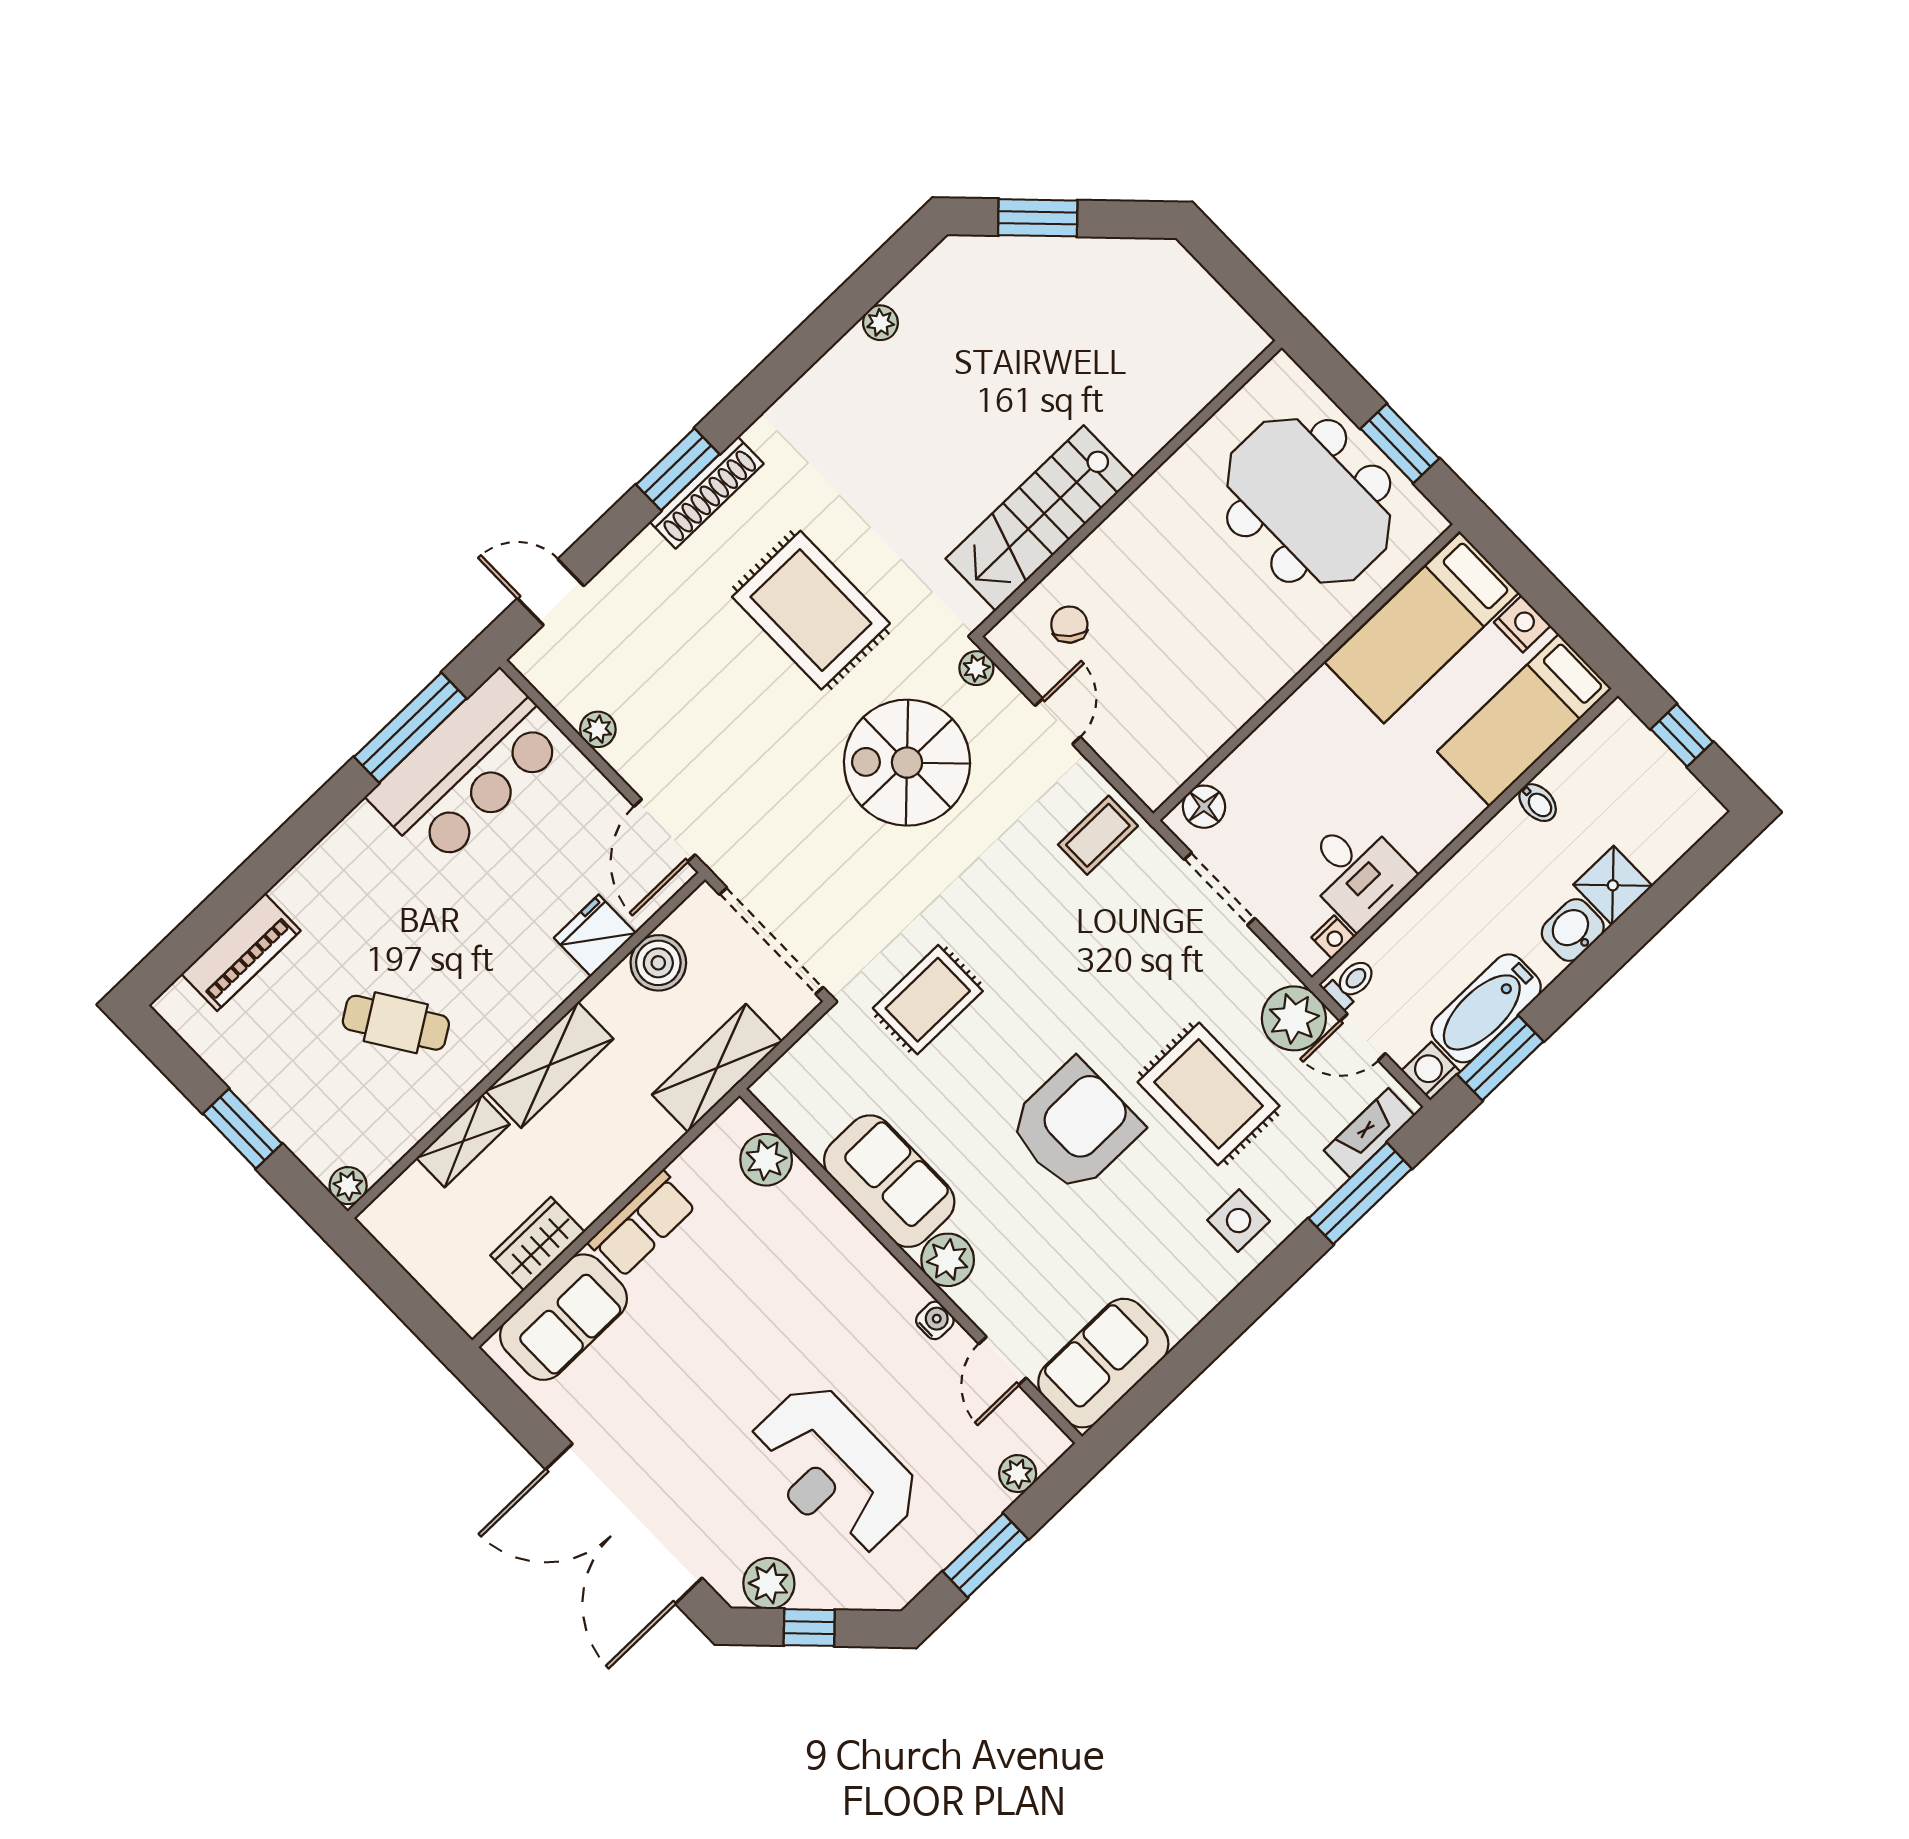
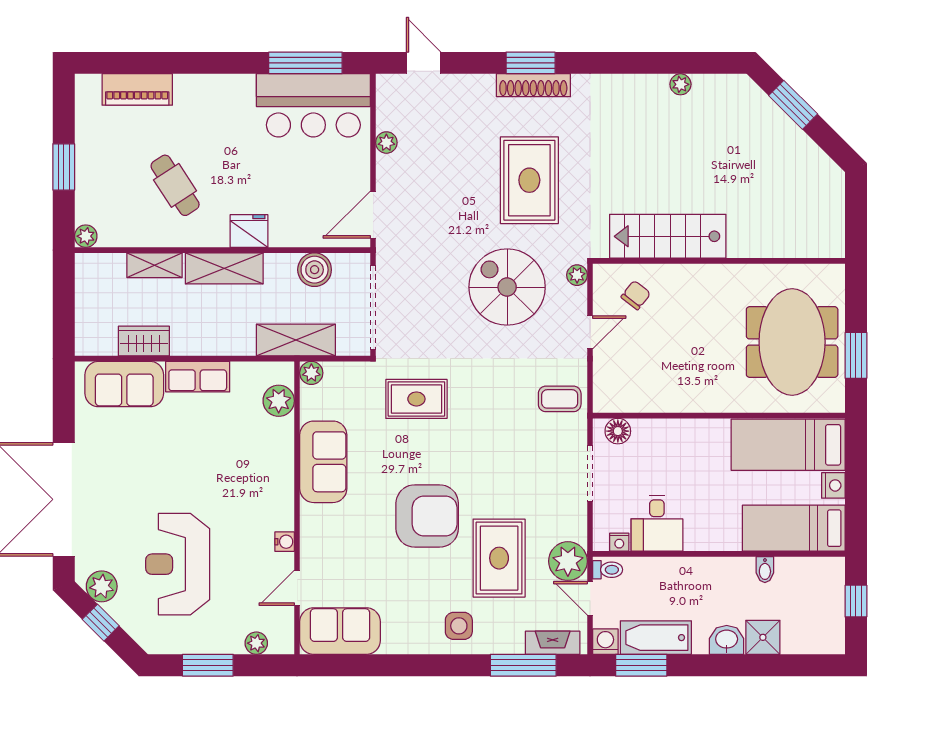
fridge: (595, 935) -> (249, 231), moved
plant: (948, 1260) -> (311, 373), moved, width x0.73, depth x0.73

